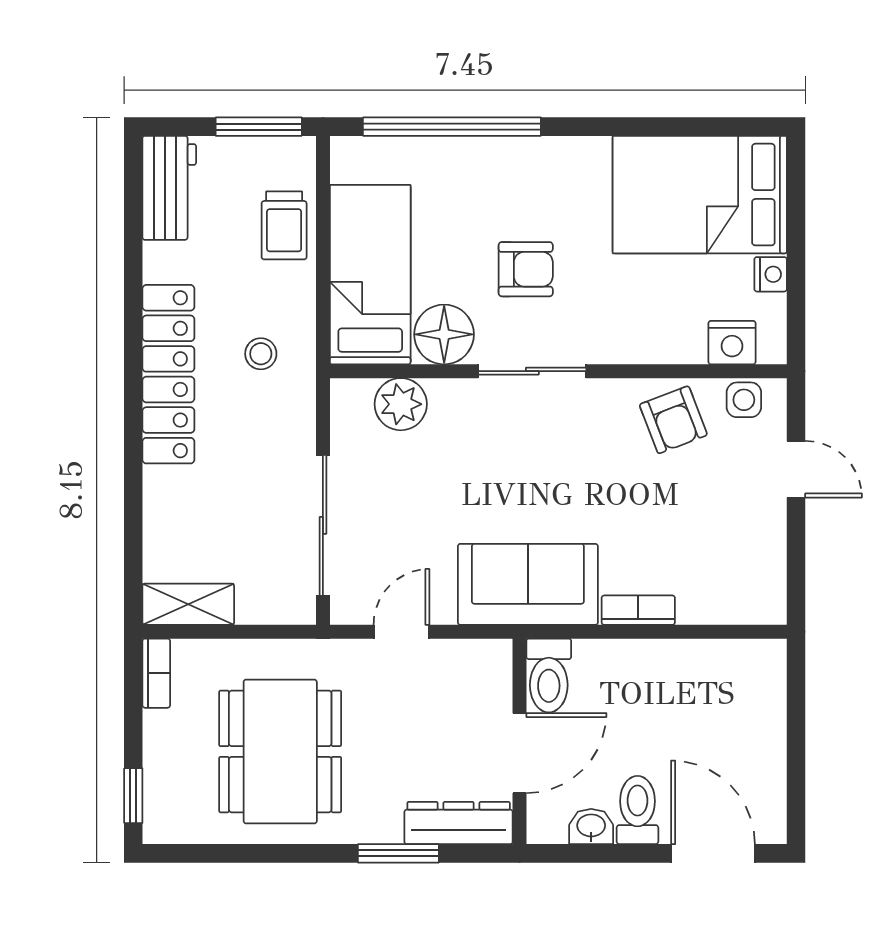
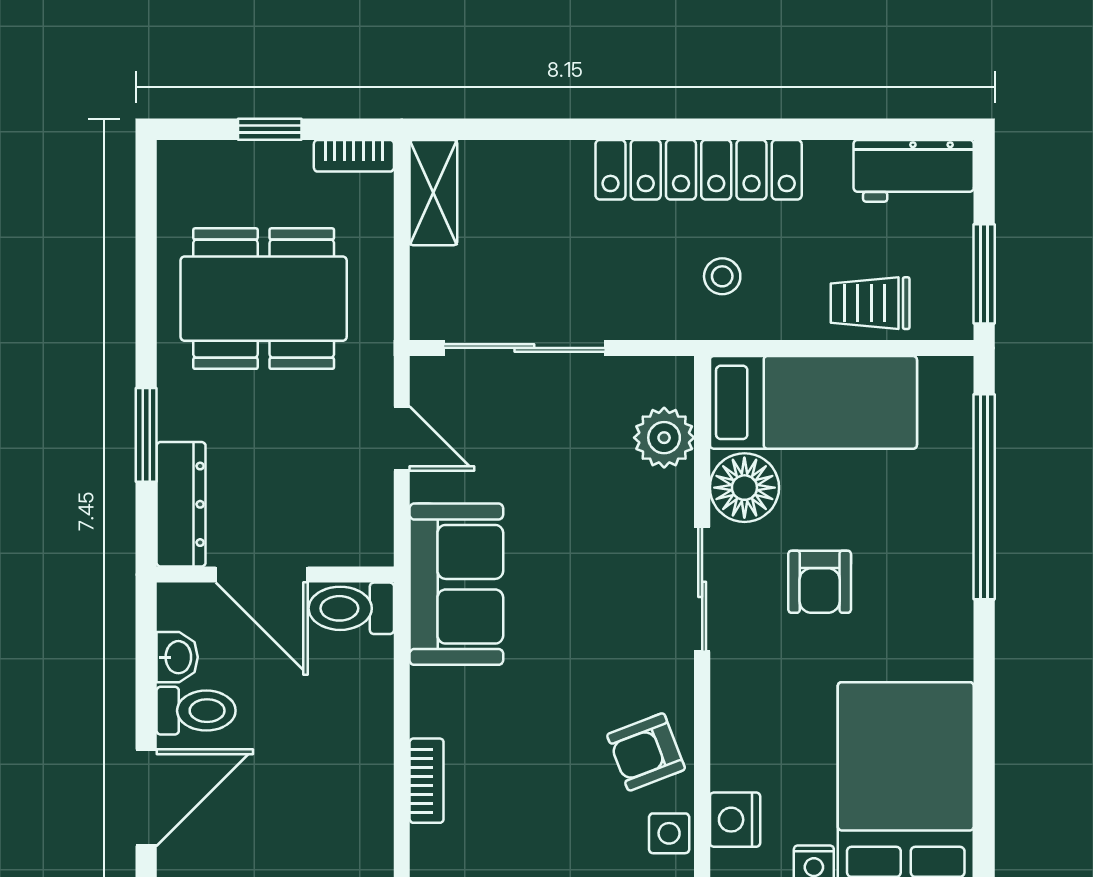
bookcase: (638, 610) -> (427, 781), moved
window: (133, 796) -> (270, 129), moved

